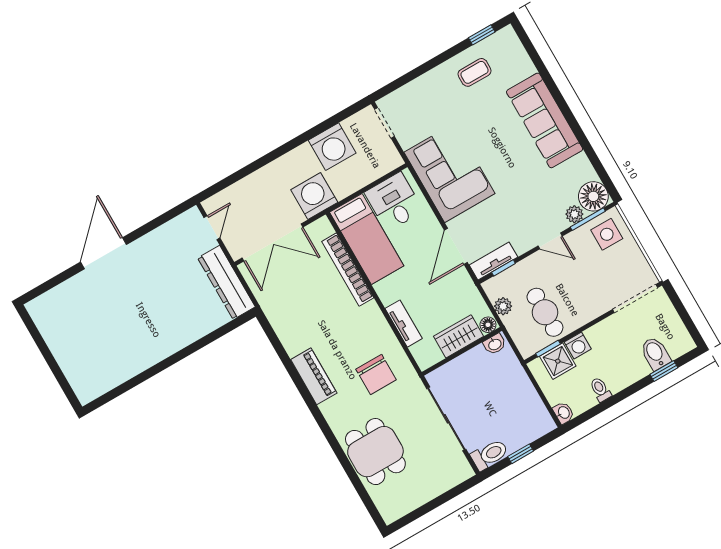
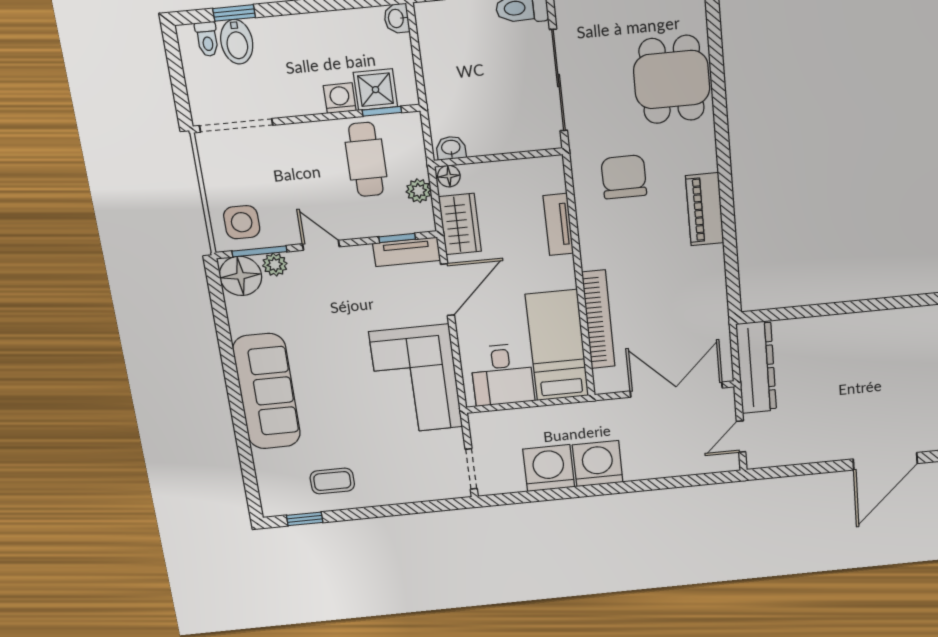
washing machine: (314, 196) -> (598, 464), moved, turned 180
wardrobe: (458, 336) -> (460, 224), moved, turned -90
toilet: (600, 389) -> (207, 39), moved

